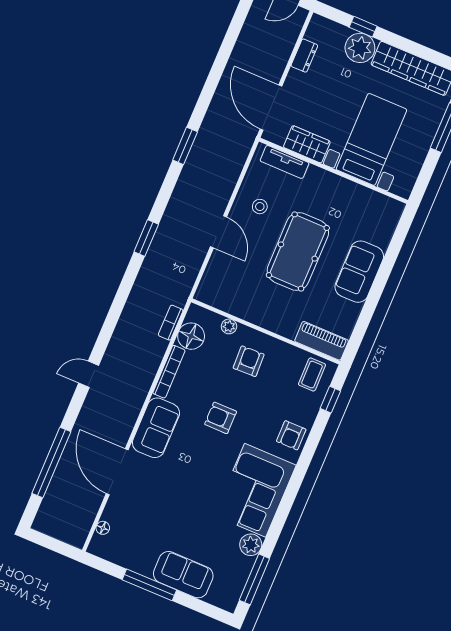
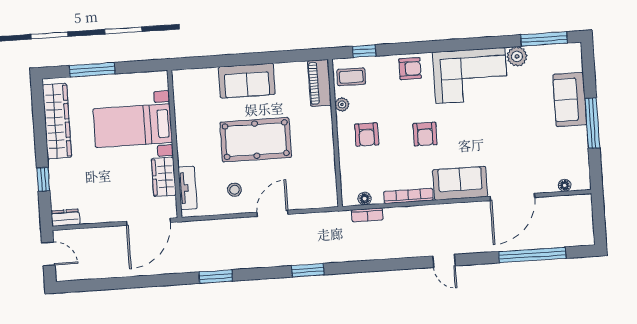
plant: (360, 48) -> (62, 173), removed
dresser: (304, 56) -> (65, 218), moved
plant: (229, 326) -> (342, 105), moved
floor lamp: (191, 336) -> (365, 199), width x0.53, depth x0.53
armchair: (249, 361) -> (367, 135), turned -88

